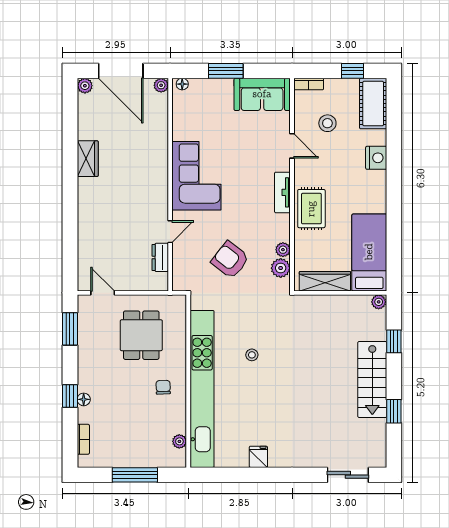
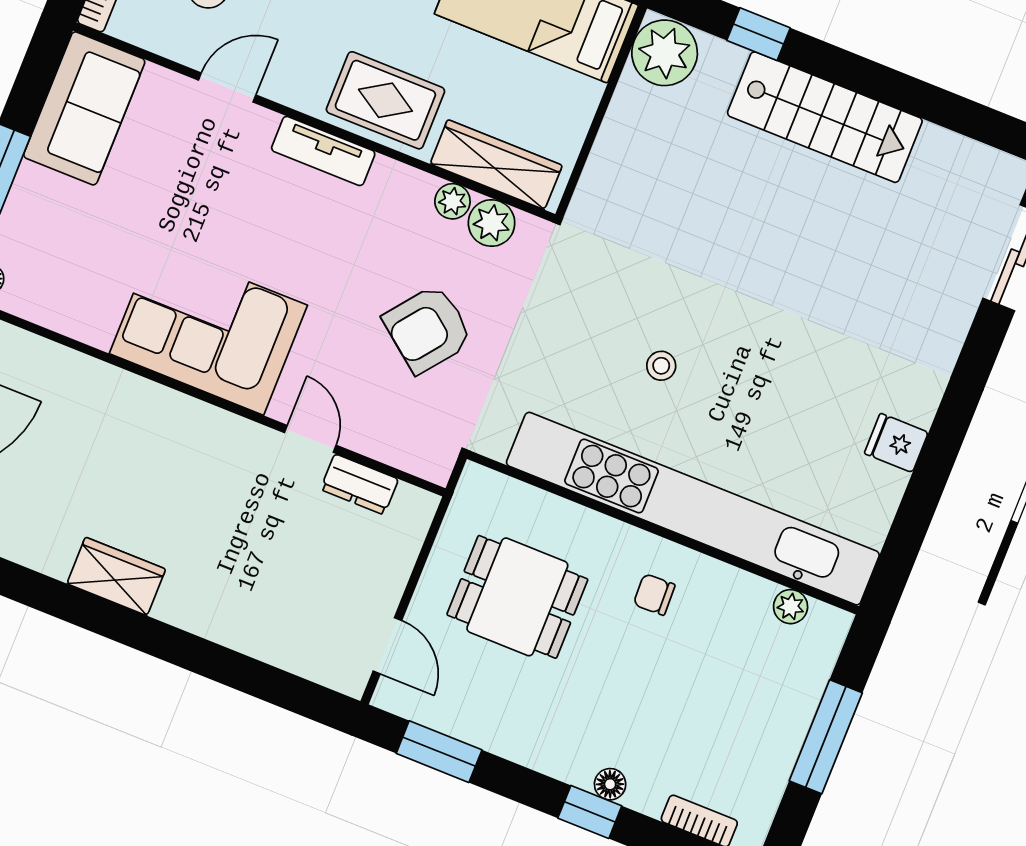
wardrobe: (88, 159) -> (116, 576), moved
wardrobe: (325, 281) -> (496, 165), moved, turned 90
door: (103, 293) -> (387, 646), swing flipped
plant: (379, 302) -> (665, 53), width x1.88, depth x1.88
window: (394, 411) -> (916, 97), removed

